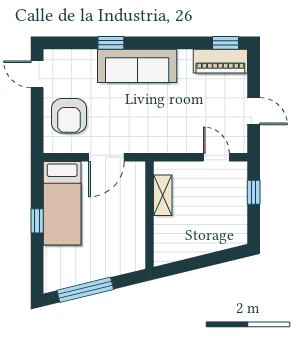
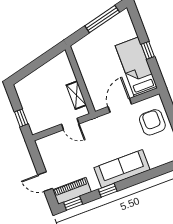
window: (111, 43) -> (108, 190), moved
door: (254, 111) -> (45, 182), moved
door: (216, 157) -> (70, 124), moved

